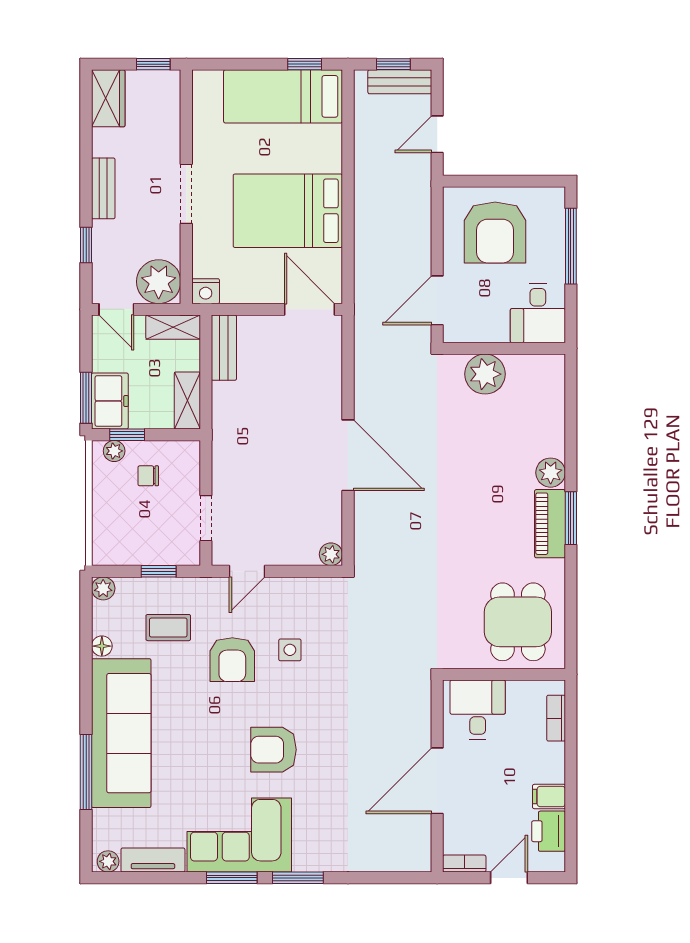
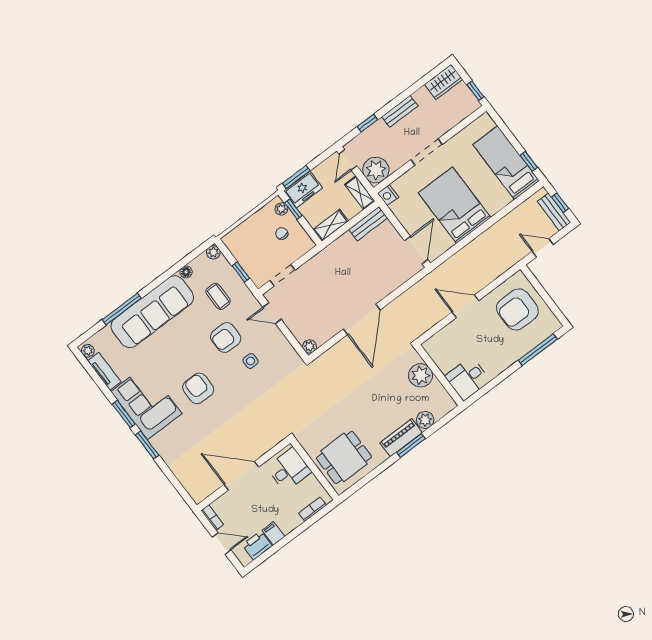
desk: (538, 313) -> (468, 378), moved
wall: (504, 348) -> (439, 375), moved
plant: (485, 374) -> (421, 375), moved

